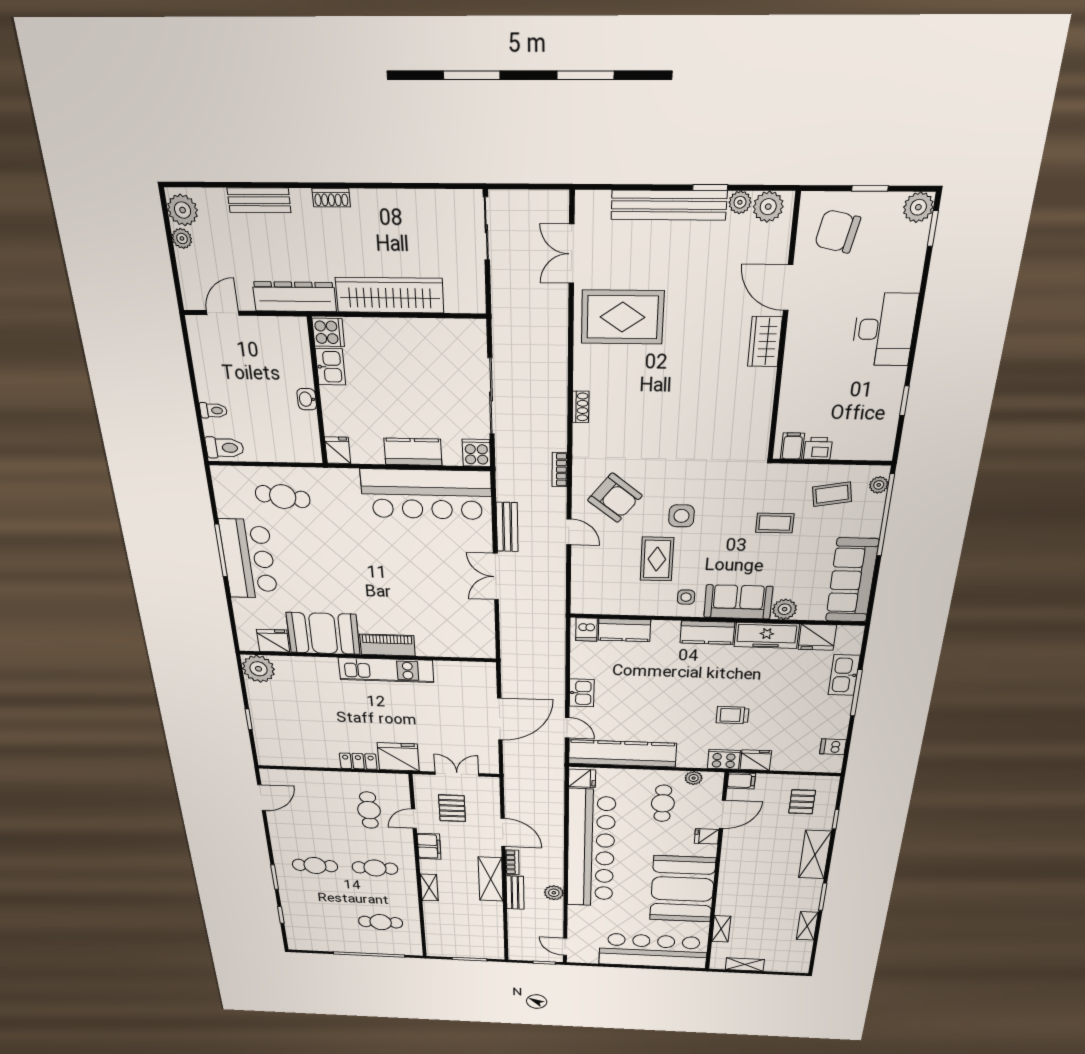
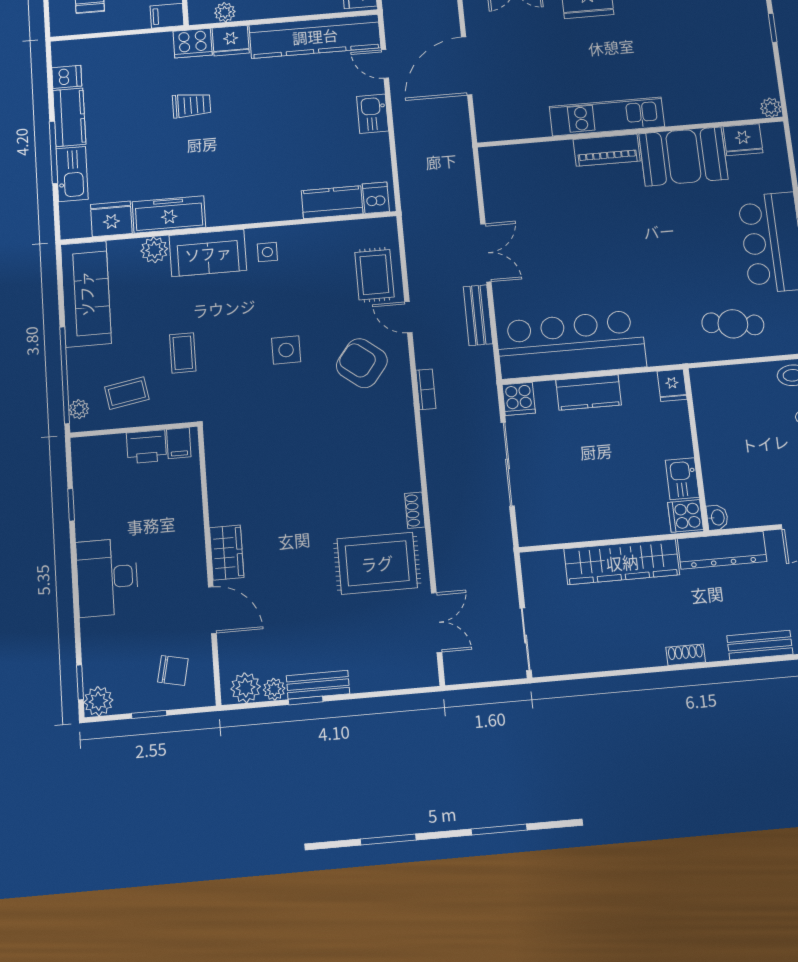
bench: (669, 205) -> (318, 685), width x0.54, depth x0.82
chair: (837, 231) -> (173, 670), width x0.73, depth x0.73
washbasin: (307, 399) -> (717, 517), moved
shoe rack: (581, 407) -> (415, 510), moved
printer: (818, 448) -> (146, 447), width x1.36, depth x1.24
coffee table: (775, 523) -> (183, 353), turned 90
rug: (657, 559) -> (374, 275), moved
kitchen counter: (707, 633) -> (69, 117), moved, turned 90
plant: (259, 669) -> (771, 108), width x0.53, depth x0.53
fridge: (756, 760) -> (231, 41), moved

